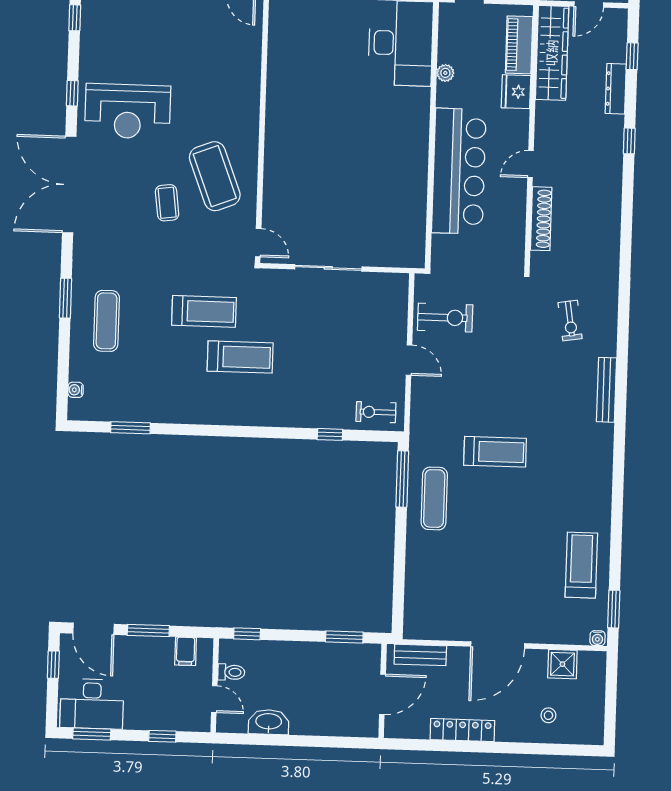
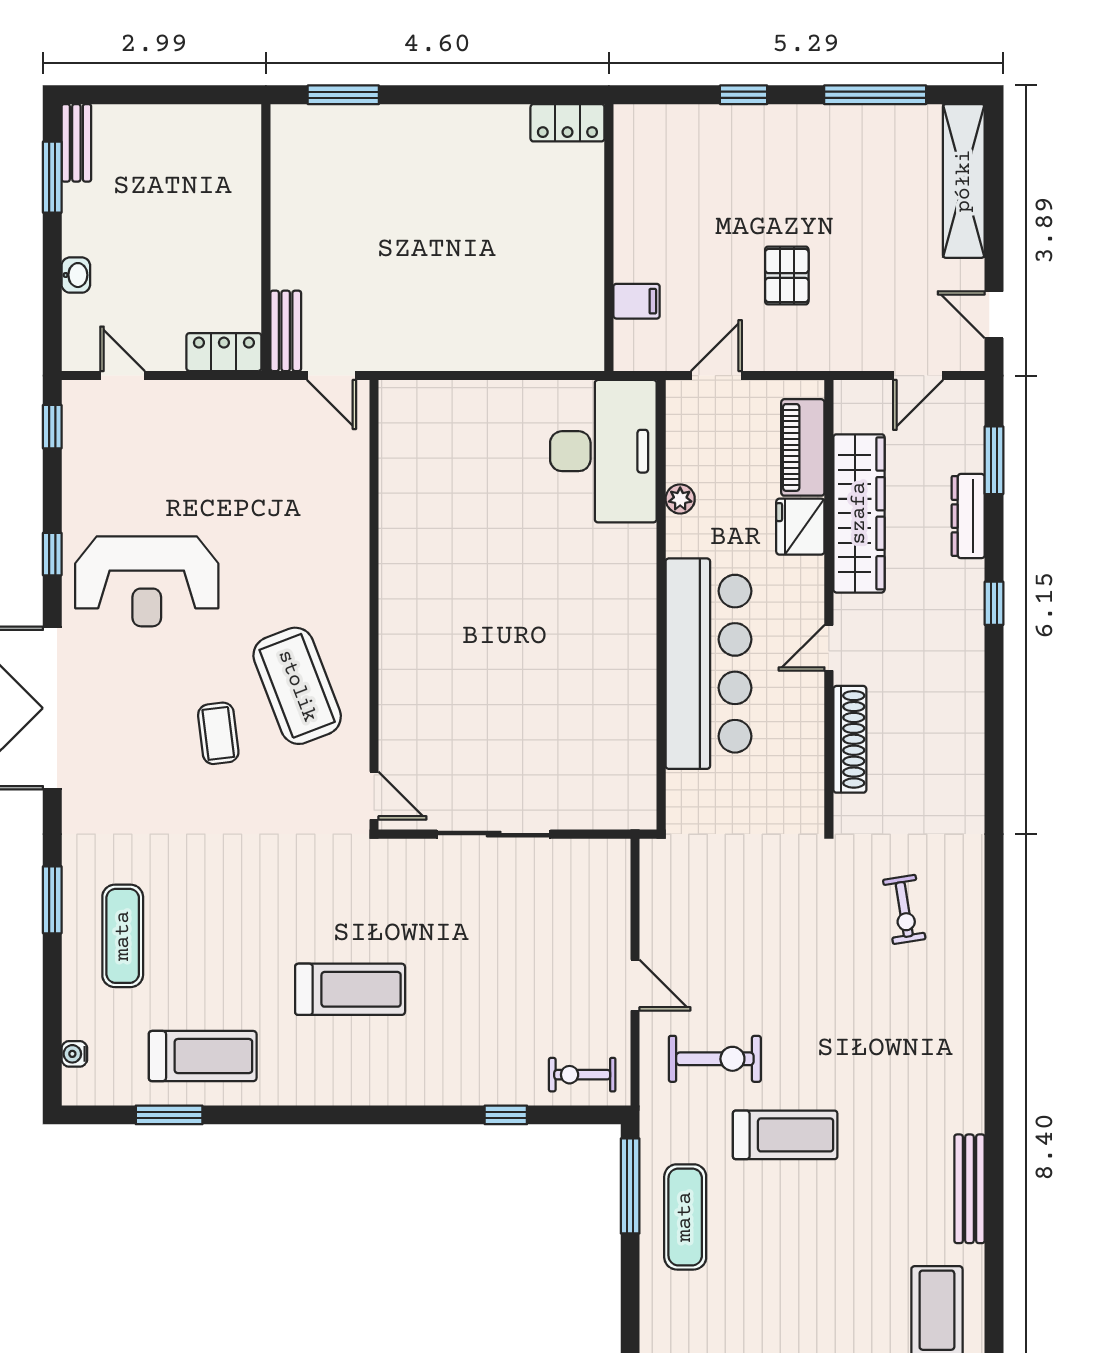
wardrobe: (552, 53) -> (859, 513), moved
window: (632, 56) -> (994, 460), width x1.50
treadmill: (204, 311) -> (203, 1056), moved
exercise bike: (445, 318) -> (715, 1059), moved
bench: (606, 390) -> (969, 1189), moved

